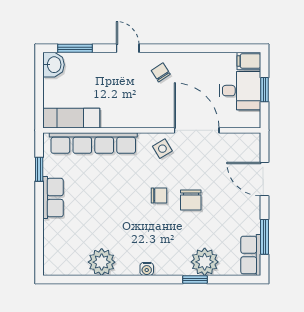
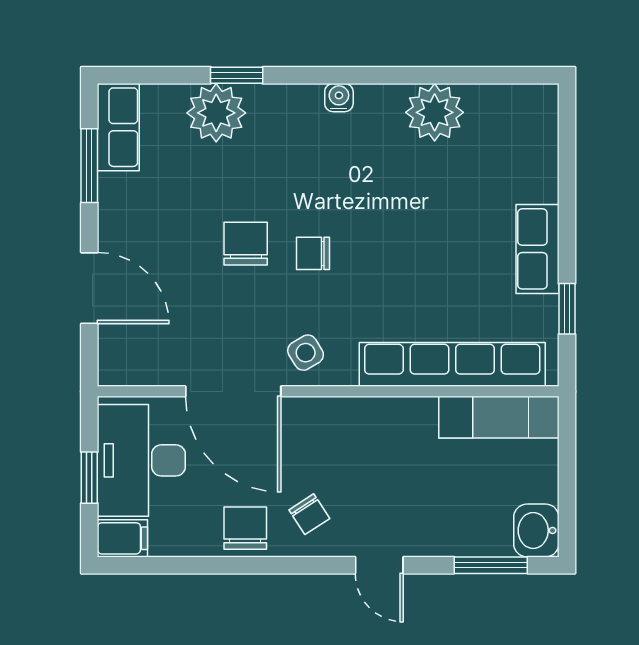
chair: (191, 66) -> (245, 528), added
desk: (240, 91) -> (141, 460), width x1.37

